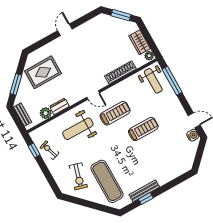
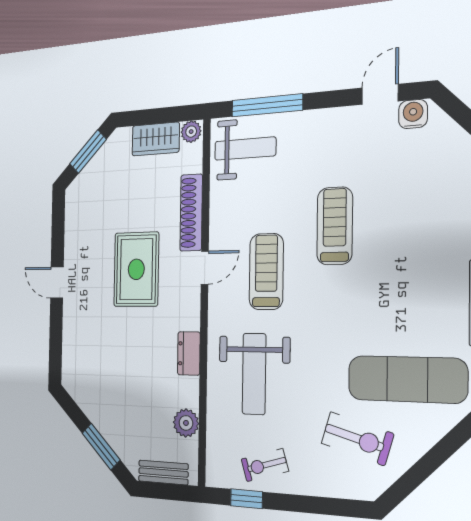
rug: (43, 72) -> (136, 269), moved
door: (93, 95) -> (205, 268), moved
dresser: (59, 106) -> (189, 353), moved

